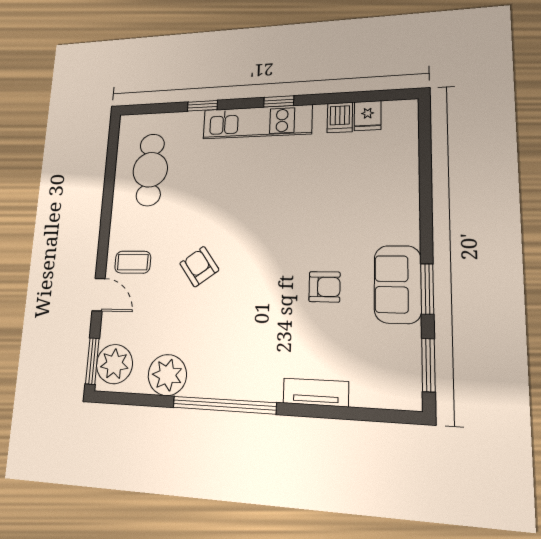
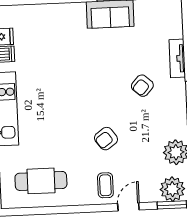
armchair: (325, 287) -> (142, 86), moved, turned -138

